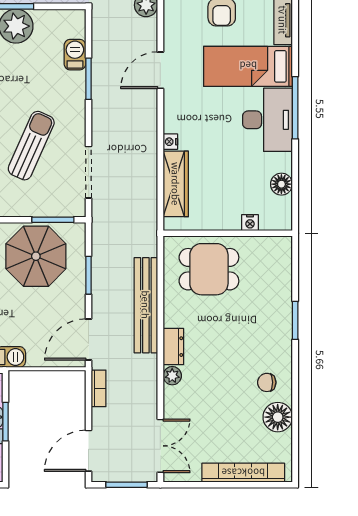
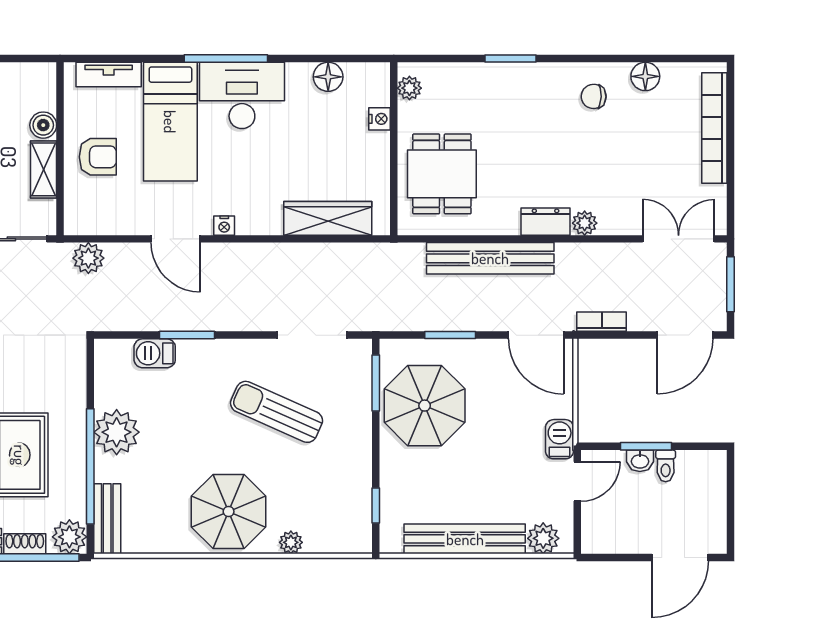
nightstand: (170, 142) -> (224, 226), moved
plant: (273, 245) -> (409, 88), added
chair: (267, 382) -> (594, 96), turned 92
floor lamp: (278, 417) -> (645, 76), width x0.73, depth x0.73
door: (89, 451) -> (685, 335), hinge flipped

